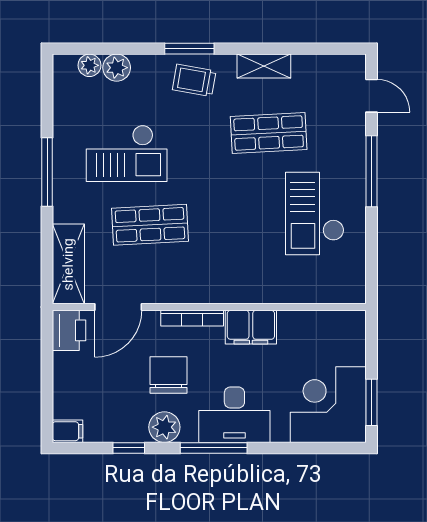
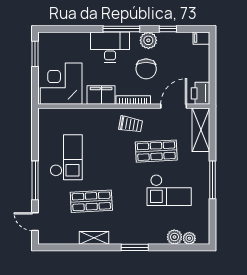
trolley: (194, 80) -> (131, 124), moved
checkout: (127, 153) -> (169, 190), turned 180
corner desk: (328, 405) -> (61, 84), moved, turned 180

